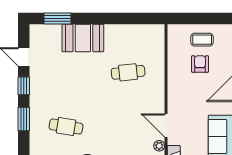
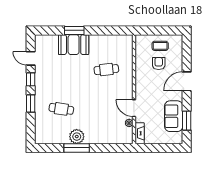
window: (57, 19) -> (74, 30), moved

